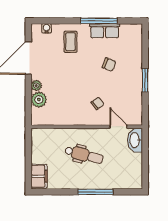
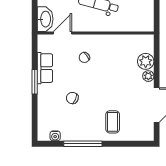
water cooler: (47, 28) -> (55, 136), moved
row of seats: (105, 31) -> (45, 68), moved, turned 90
door: (118, 127) -> (62, 33), swing flipped

